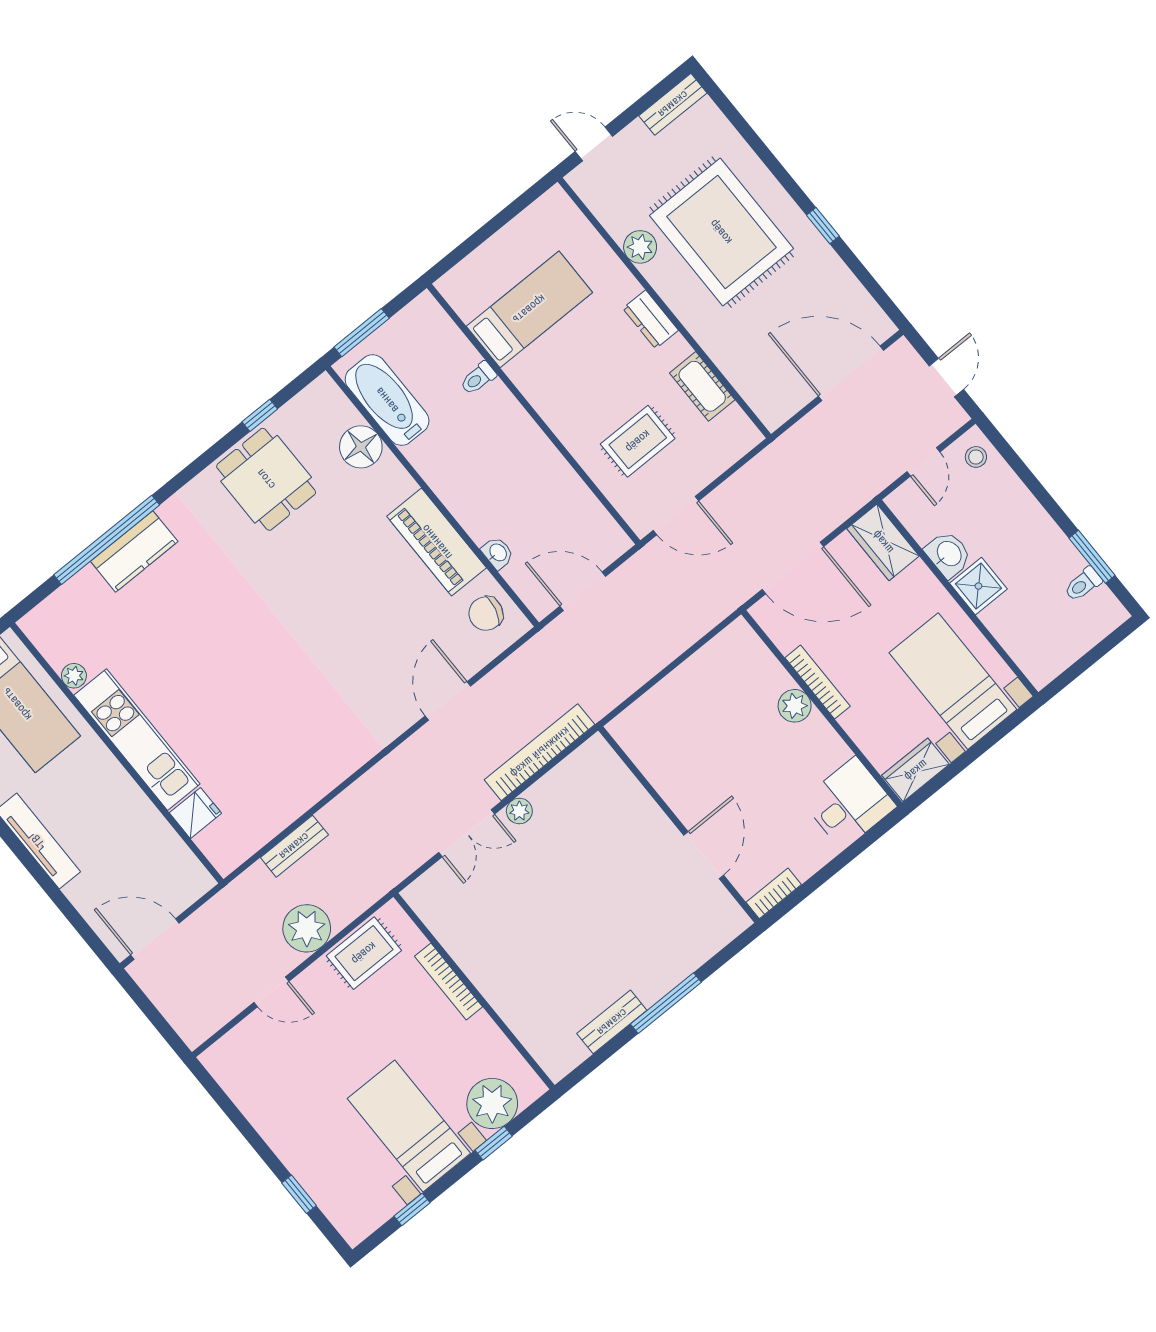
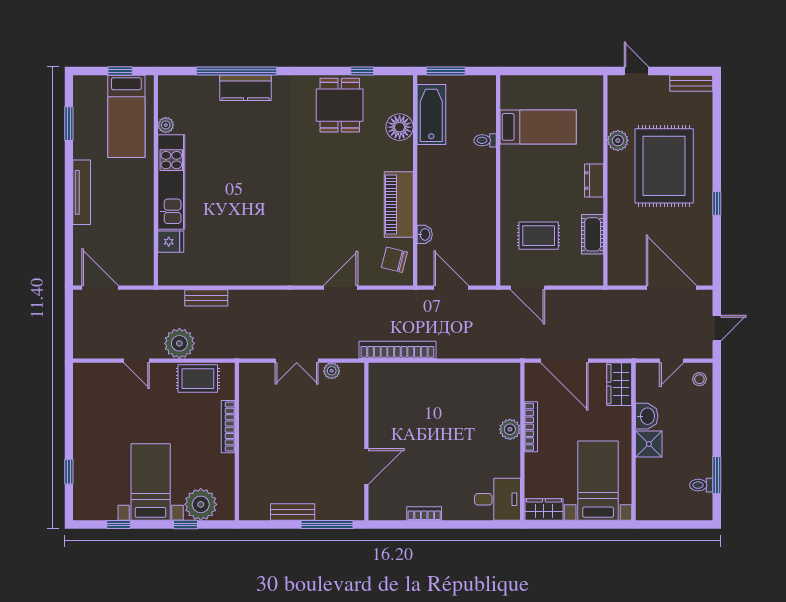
bookcase: (540, 752) -> (397, 350), moved
wall: (679, 825) -> (366, 442), moved
door: (704, 855) -> (366, 467), moved

